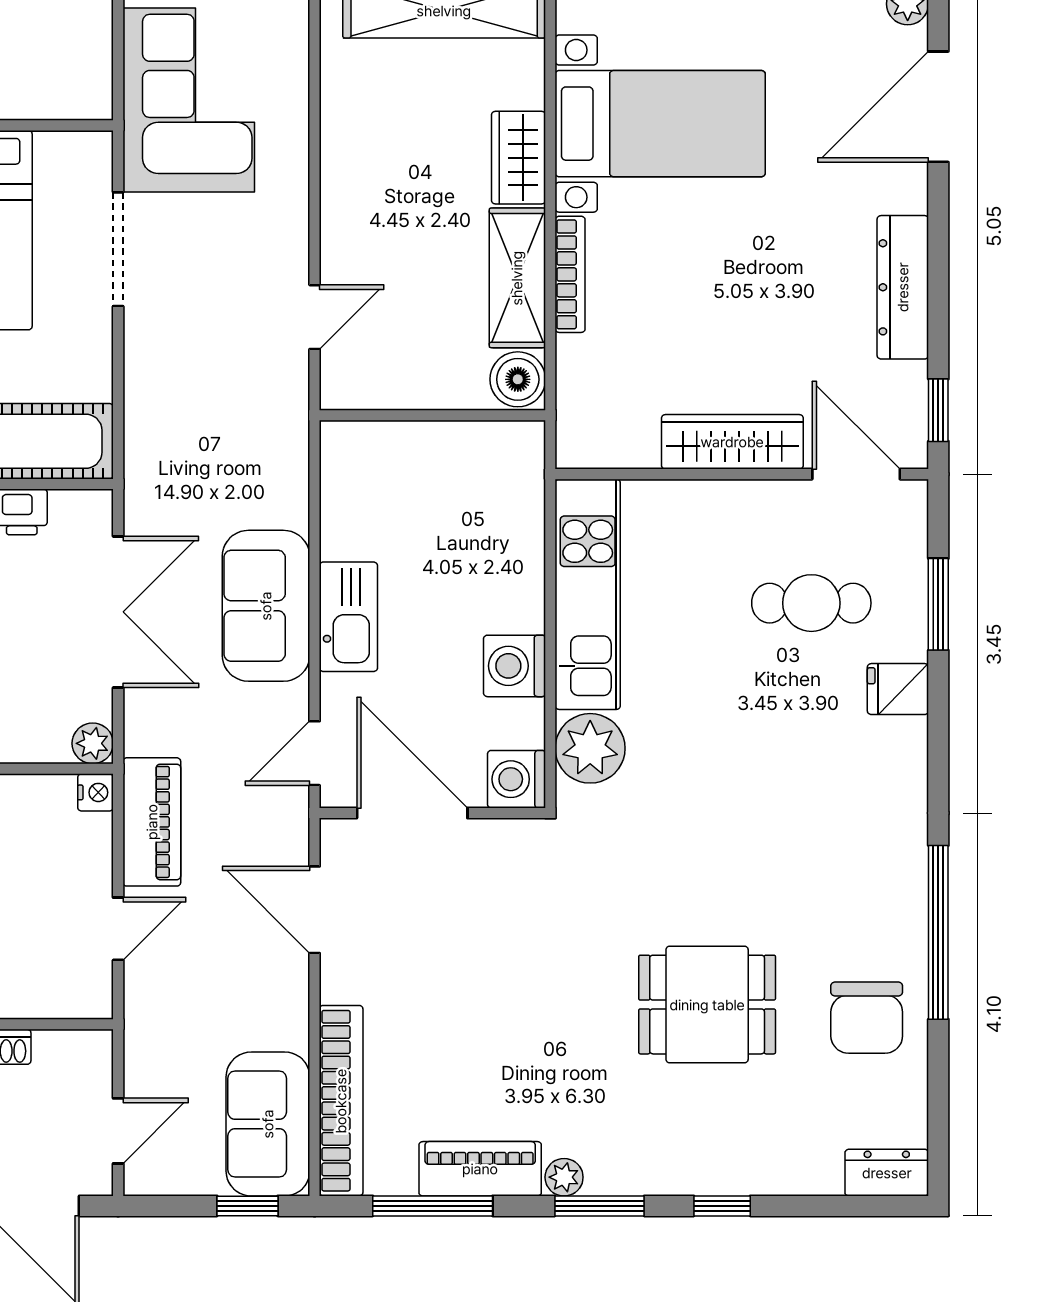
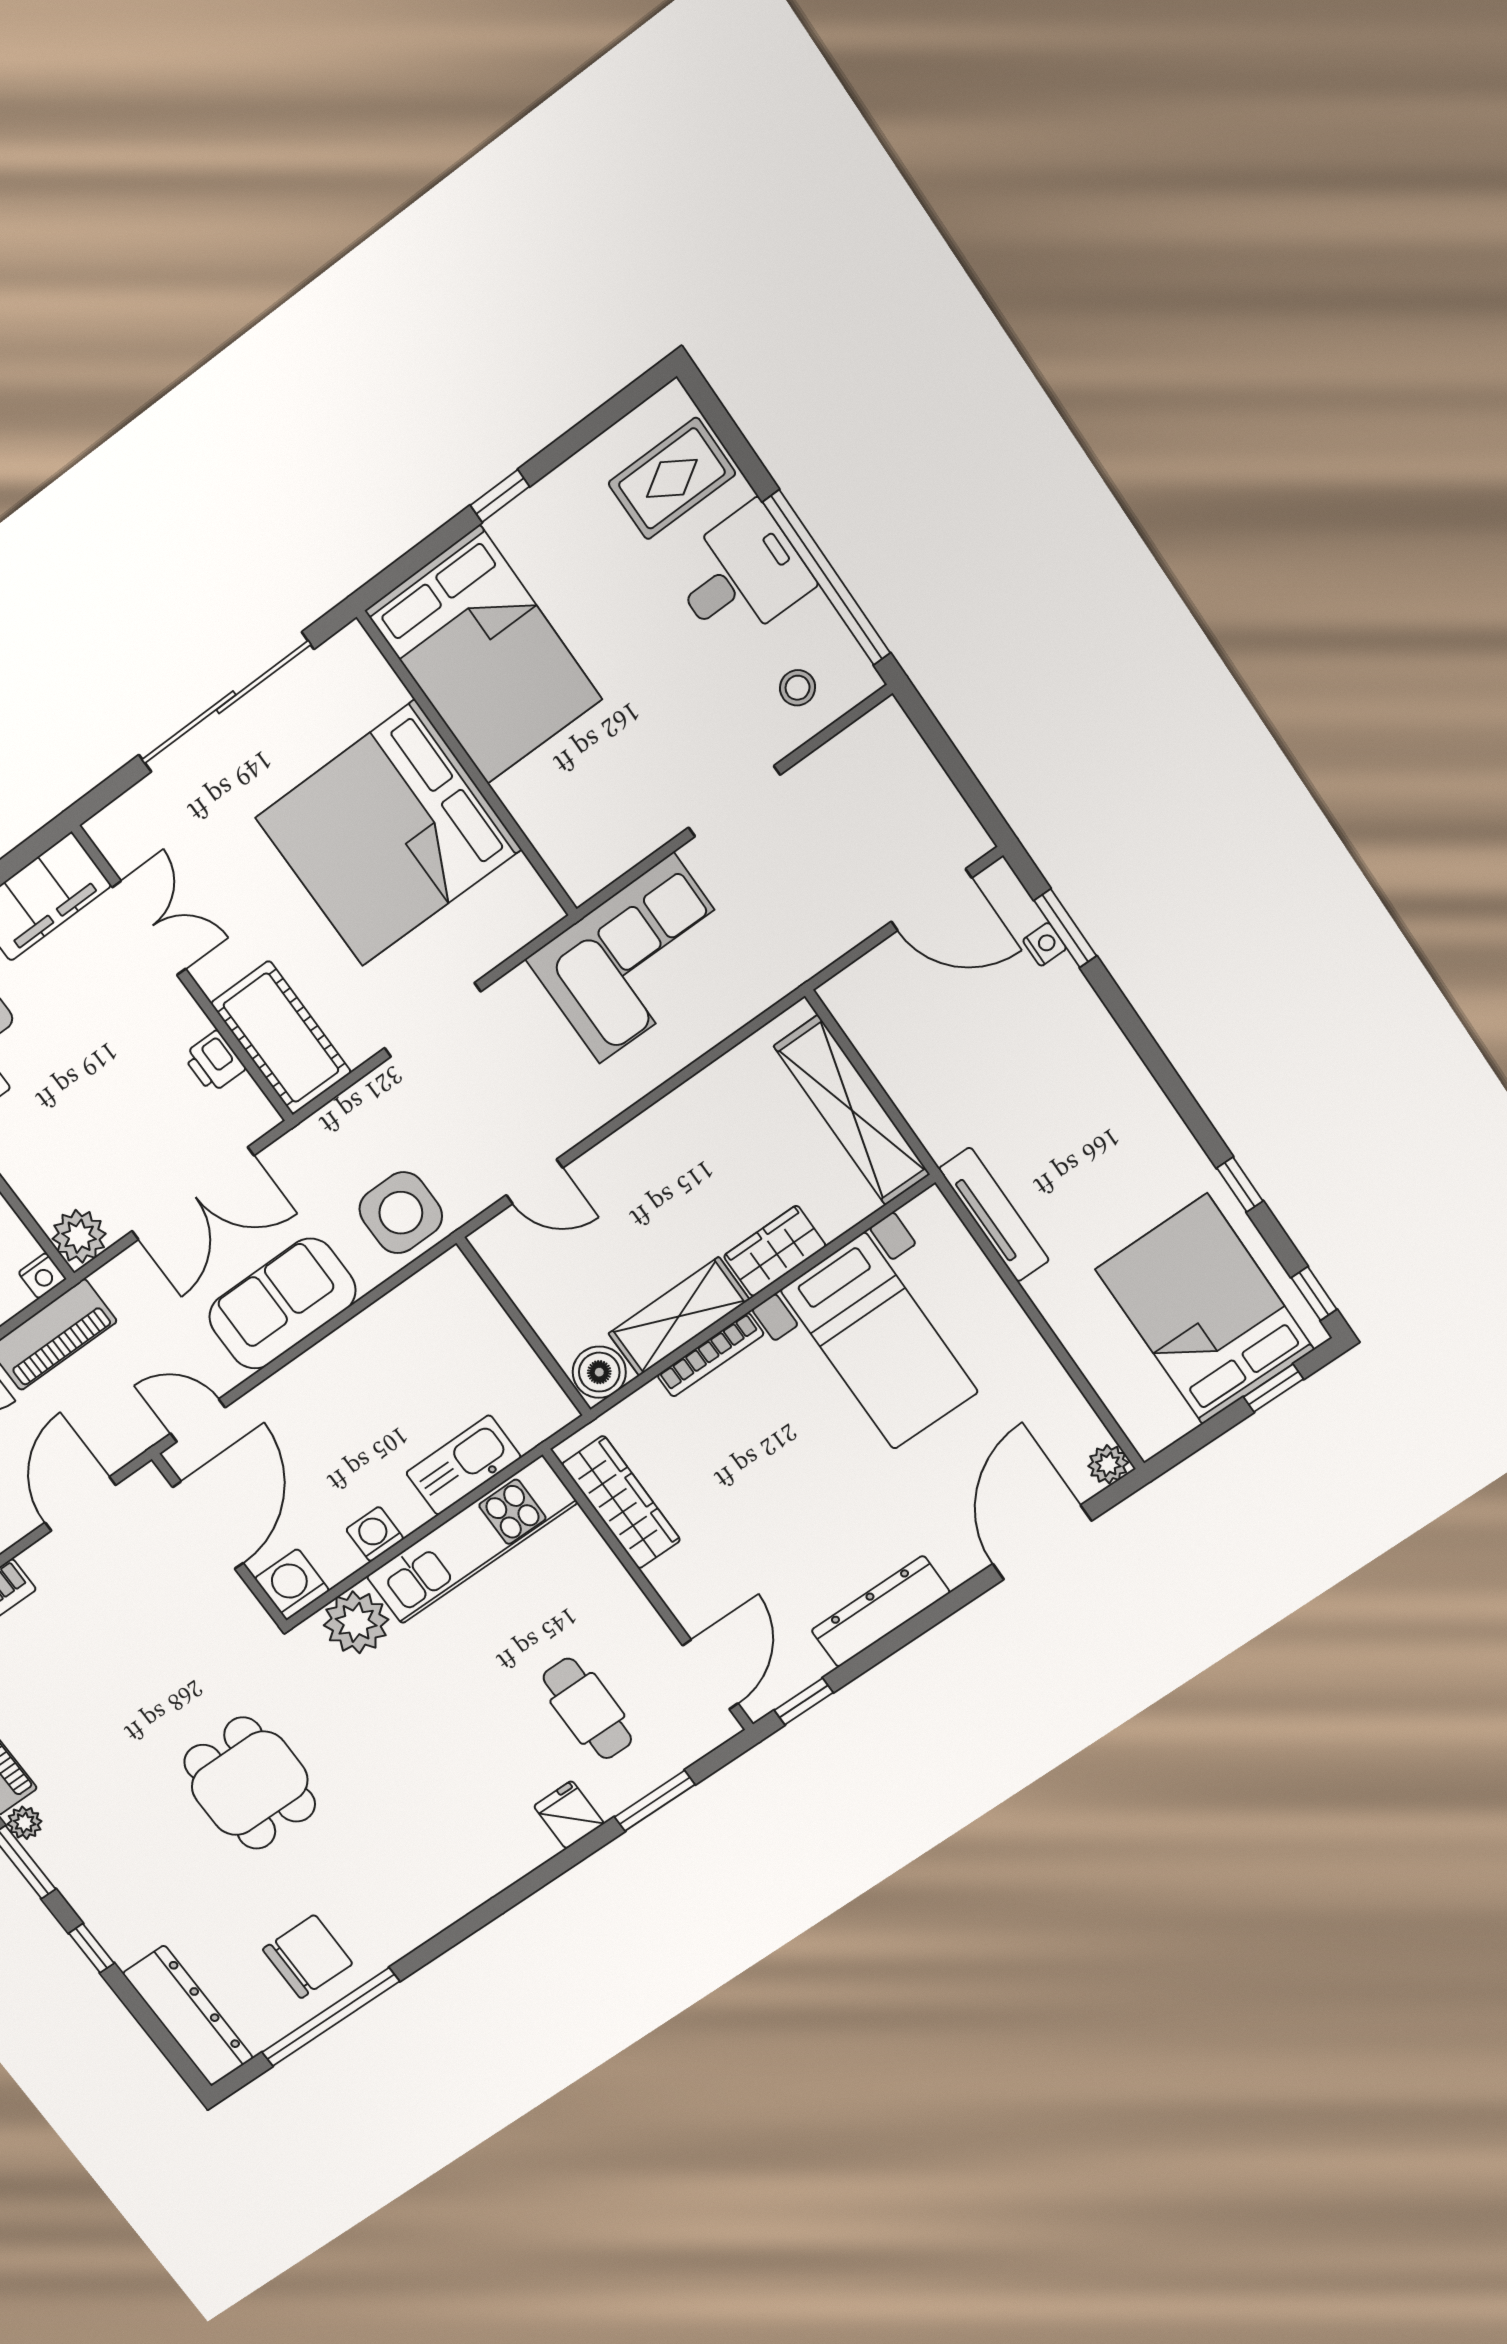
door: (938, 107) -> (1042, 1542), hinge flipped
doorway: (118, 249) -> (432, 1020), moved
wardrobe: (732, 442) -> (621, 1502), moved
side table: (260, 449) -> (401, 1213), added
kitchen sink: (348, 617) -> (464, 1465), moved, turned 180
washing machine: (515, 666) -> (375, 1534), width x0.73, depth x0.73
plant: (93, 743) -> (79, 1236), width x1.38, depth x1.38
window: (938, 932) -> (331, 2017), moved
dining table: (707, 1005) -> (250, 1783), moved
chair: (867, 1018) -> (308, 1957), turned 180
dresser: (887, 1173) -> (188, 2016), width x1.96, depth x1.24

